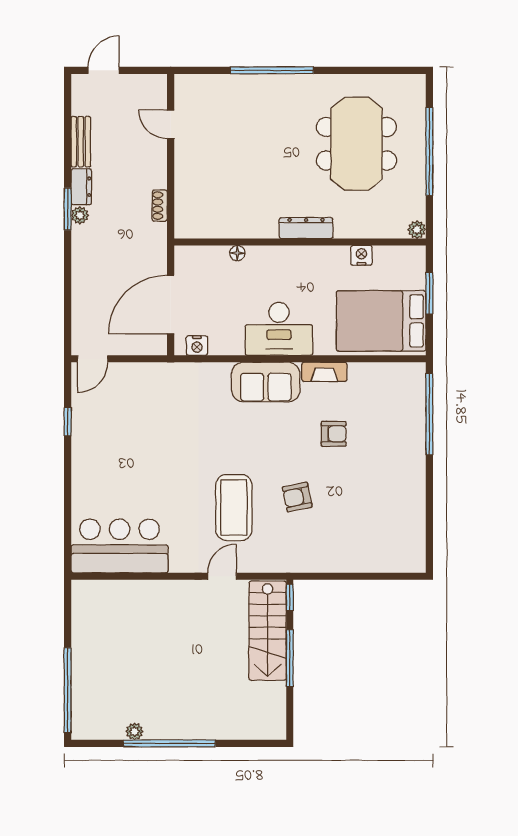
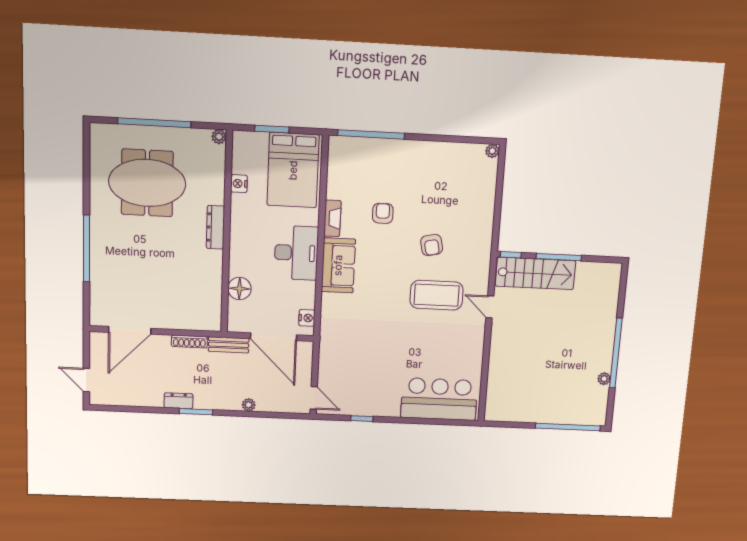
door: (171, 124) -> (130, 330), width x1.88
bench: (81, 142) -> (229, 345), moved
shoe rack: (160, 206) -> (189, 341), width x1.43
plant: (80, 215) -> (249, 405), moved
floor lamp: (237, 253) -> (239, 289), width x1.89, depth x1.89
bar counter: (120, 546) -> (439, 399), moved, turned 90
plant: (417, 564) -> (492, 151), added

